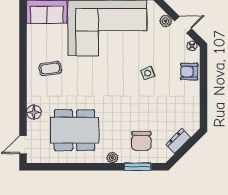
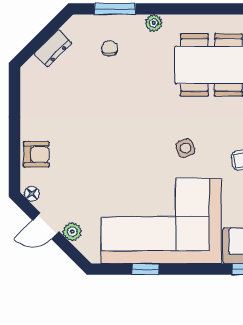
side table: (148, 73) -> (185, 148), moved
chair: (141, 141) -> (109, 48), width x0.54, depth x0.54

